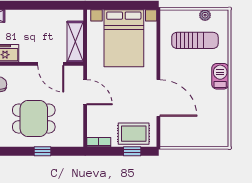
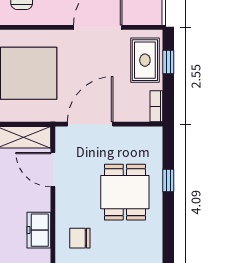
door: (51, 64) -> (53, 170), swing flipped
door: (85, 92) -> (90, 124), width x1.36

